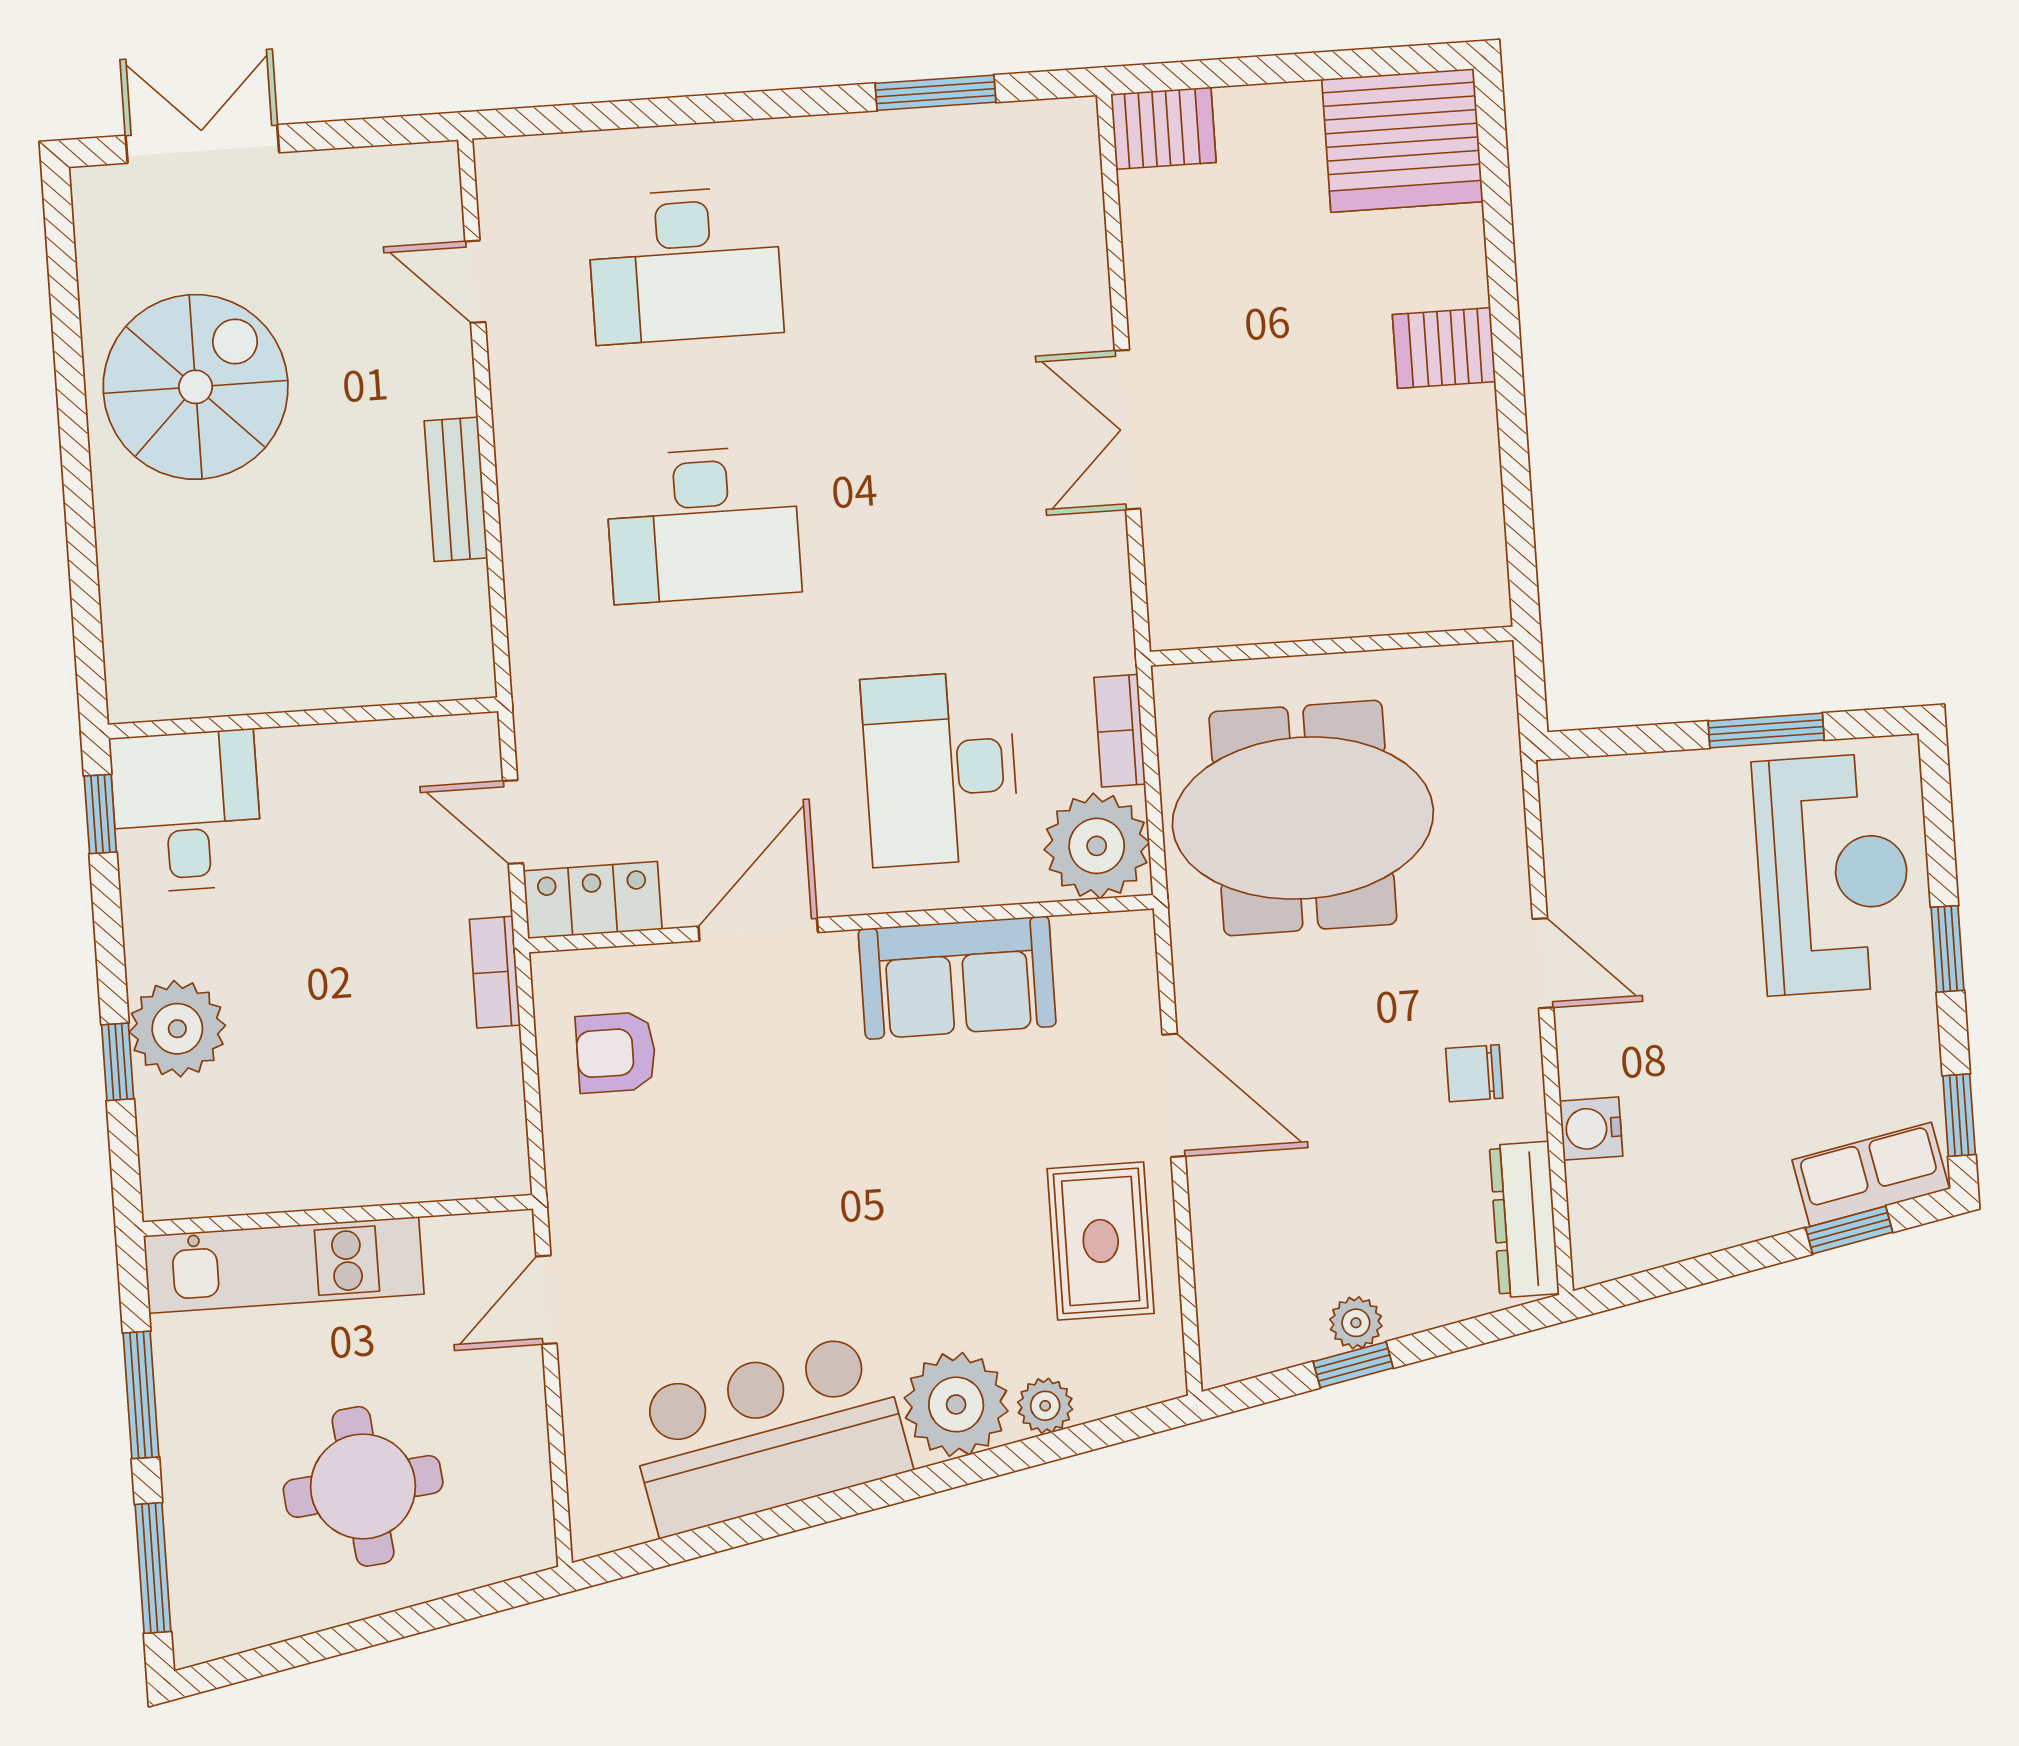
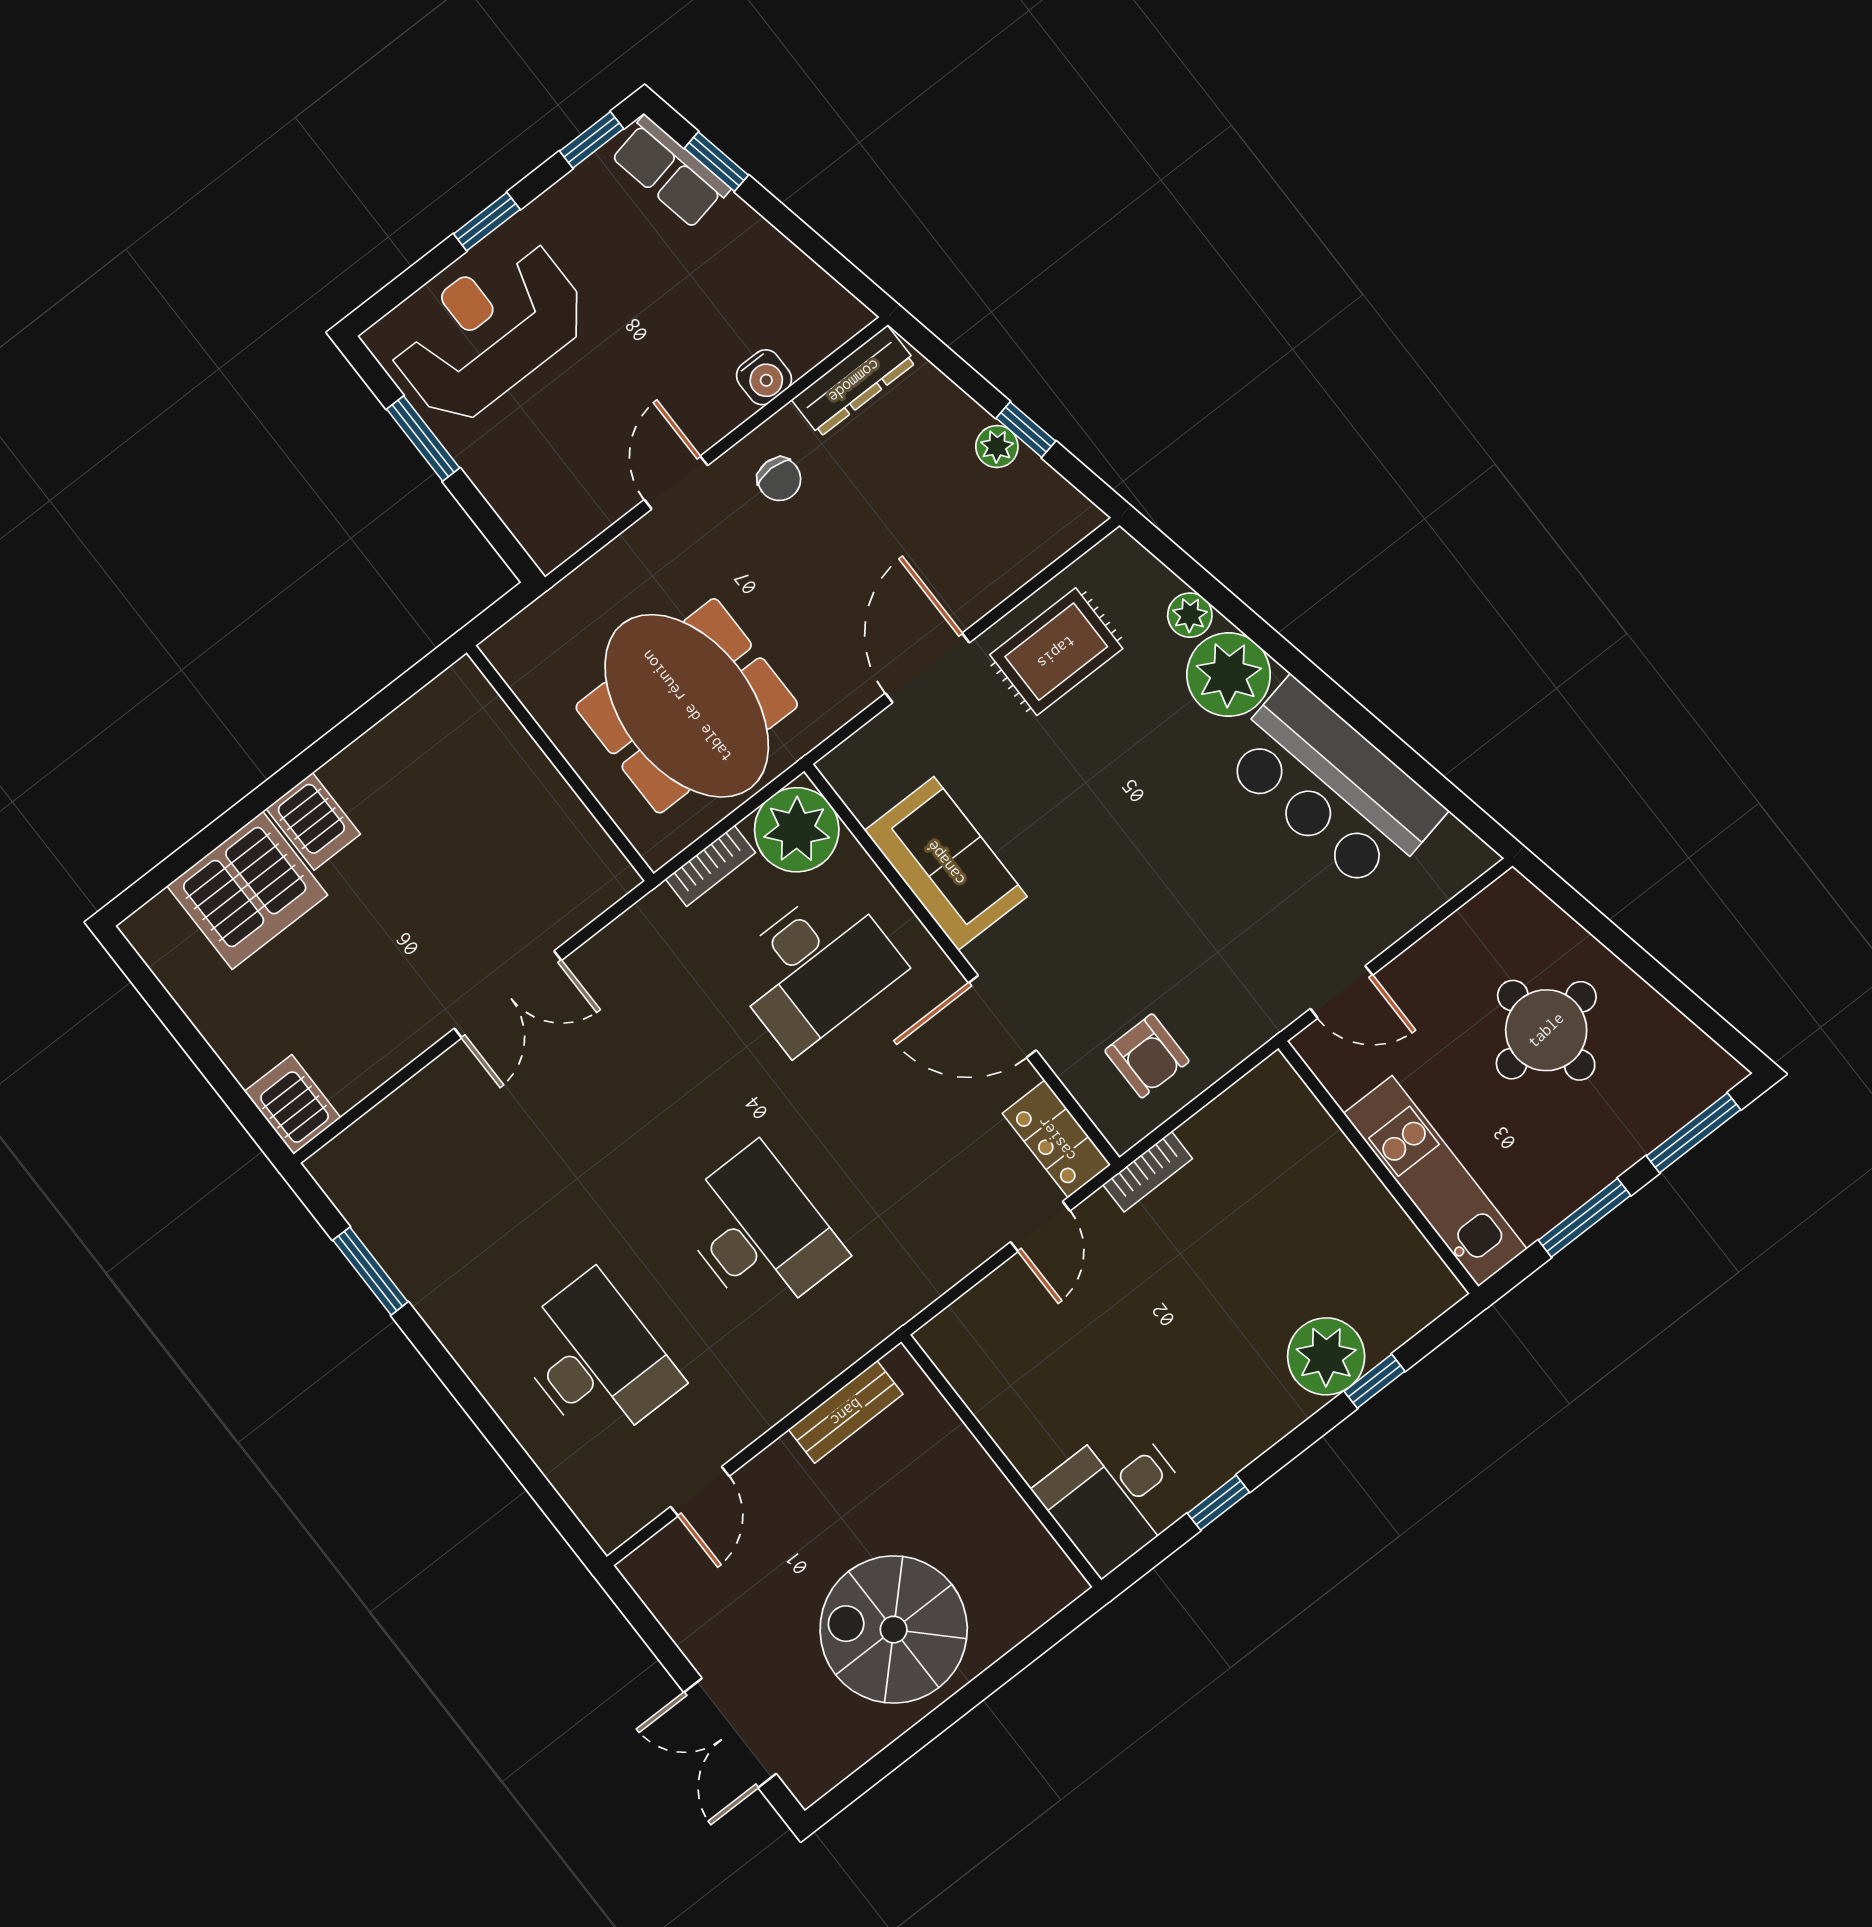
server rack: (1402, 140) -> (247, 890), moved, turned 90
wall: (303, 718) -> (1001, 1461), moved
desk: (186, 811) -> (1115, 1497), moved

